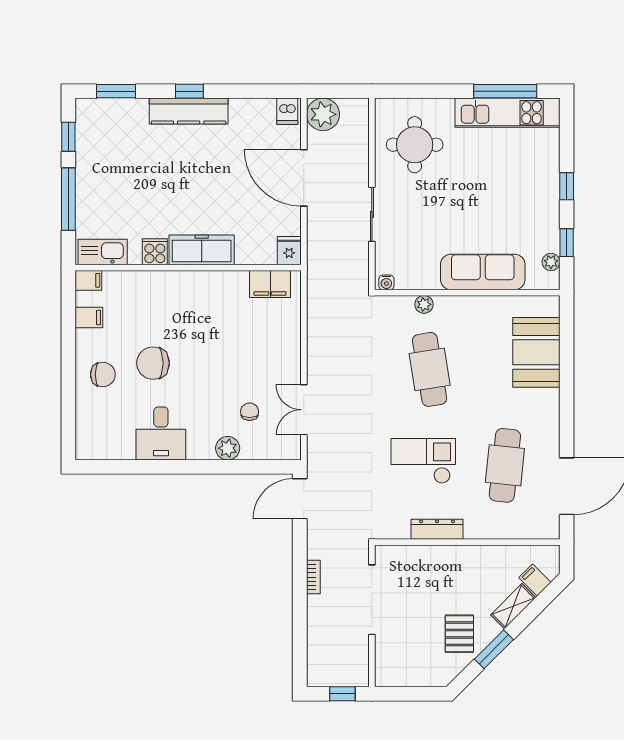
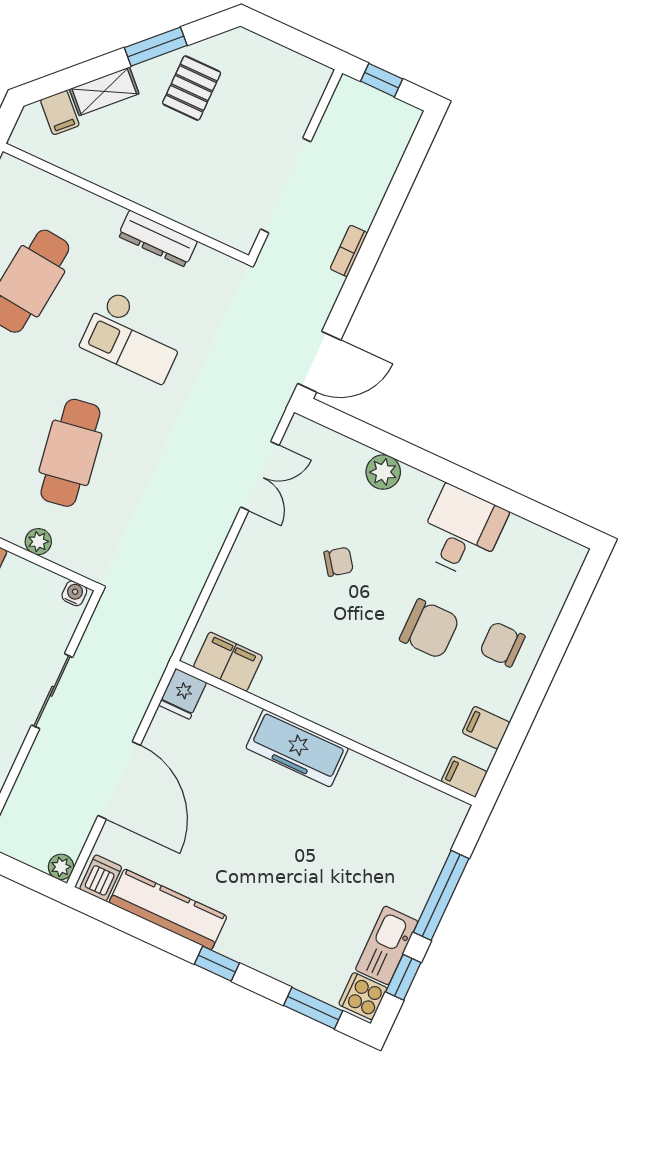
kitchen counter: (189, 111) -> (168, 909), moved
plant: (323, 114) -> (61, 867), width x0.53, depth x0.53
kitchen sink: (103, 252) -> (387, 945), moved, turned 90
cooker: (155, 252) -> (363, 996), moved, turned 90
chair: (250, 412) -> (339, 562), moved, turned -126

